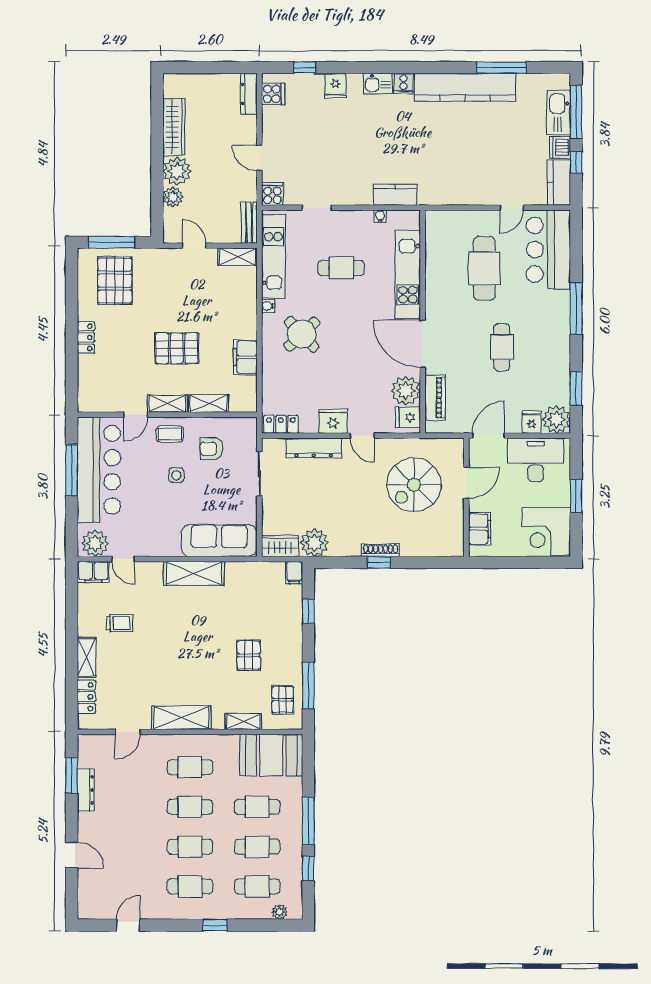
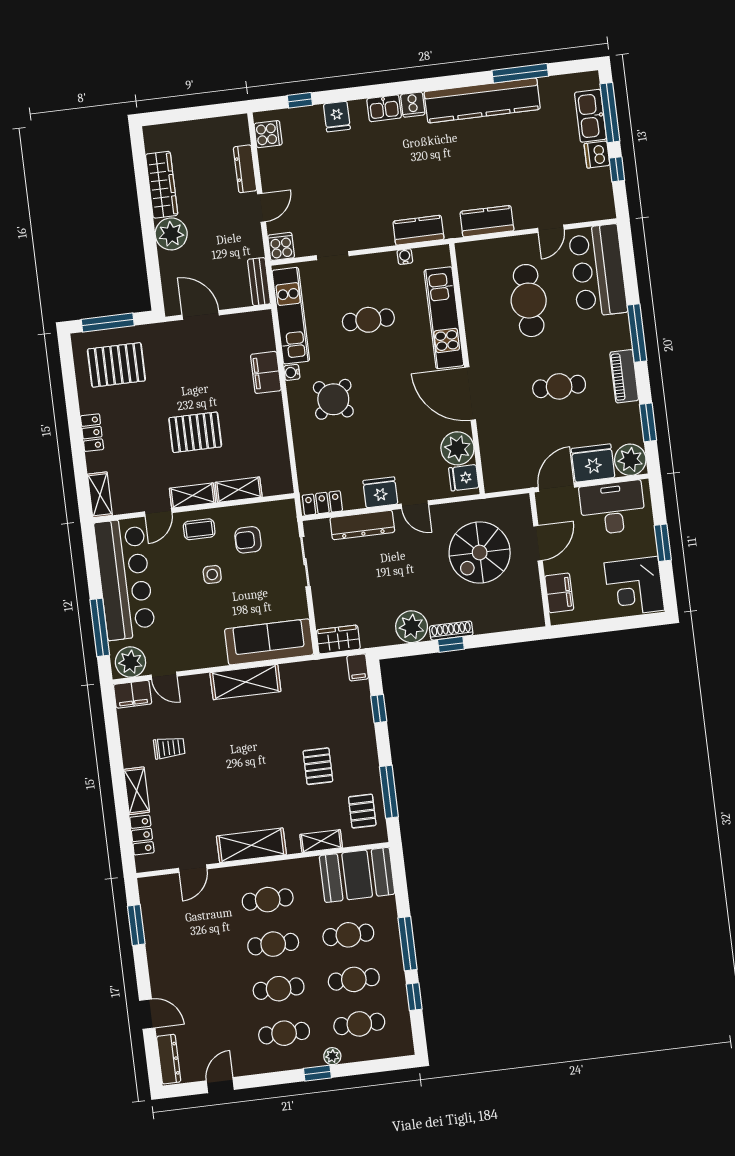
dresser: (249, 94) -> (245, 169), moved
door: (259, 158) -> (262, 208), swing flipped
kitchen counter: (559, 183) -> (487, 221), moved, turned 90
plant: (173, 197) -> (170, 263), removed
door: (194, 246) -> (201, 315), width x1.38
shelving: (238, 257) -> (100, 495), moved, turned 90
pallet: (115, 280) -> (116, 365), turned 90
cafe table: (502, 347) -> (559, 386), turned 90
filing cabinet: (245, 357) -> (266, 372), moved
piano: (435, 398) -> (624, 376), moved, turned 180
fridge: (532, 422) -> (593, 463), width x1.88, depth x1.34
window: (72, 470) -> (100, 627), moved
plant: (314, 543) -> (412, 627), moved
dresser: (86, 790) -> (169, 1059), moved
plant: (280, 912) -> (332, 1056), moved

